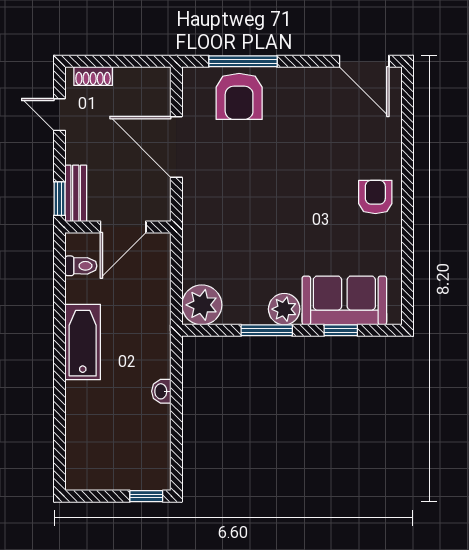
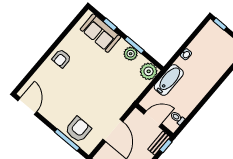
plant: (284, 309) -> (131, 54), moved
bathtub: (83, 342) -> (169, 80), moved, turned 180

